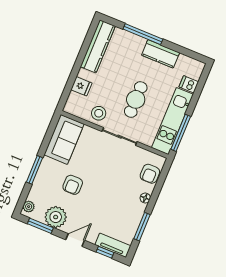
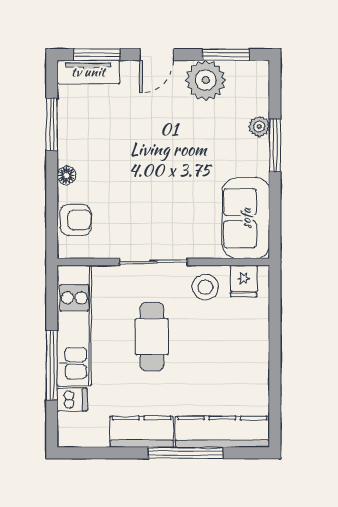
kitchen counter: (98, 46) -> (222, 432), moved, turned 90
fridge: (81, 86) -> (244, 281), moved, turned -90
window: (181, 133) -> (52, 365), moved
armchair: (150, 174) -> (75, 220), turned 90
armchair: (73, 185) -> (199, 147), removed
plant: (29, 207) -> (259, 127), moved
window: (105, 252) -> (97, 55), width x1.50

